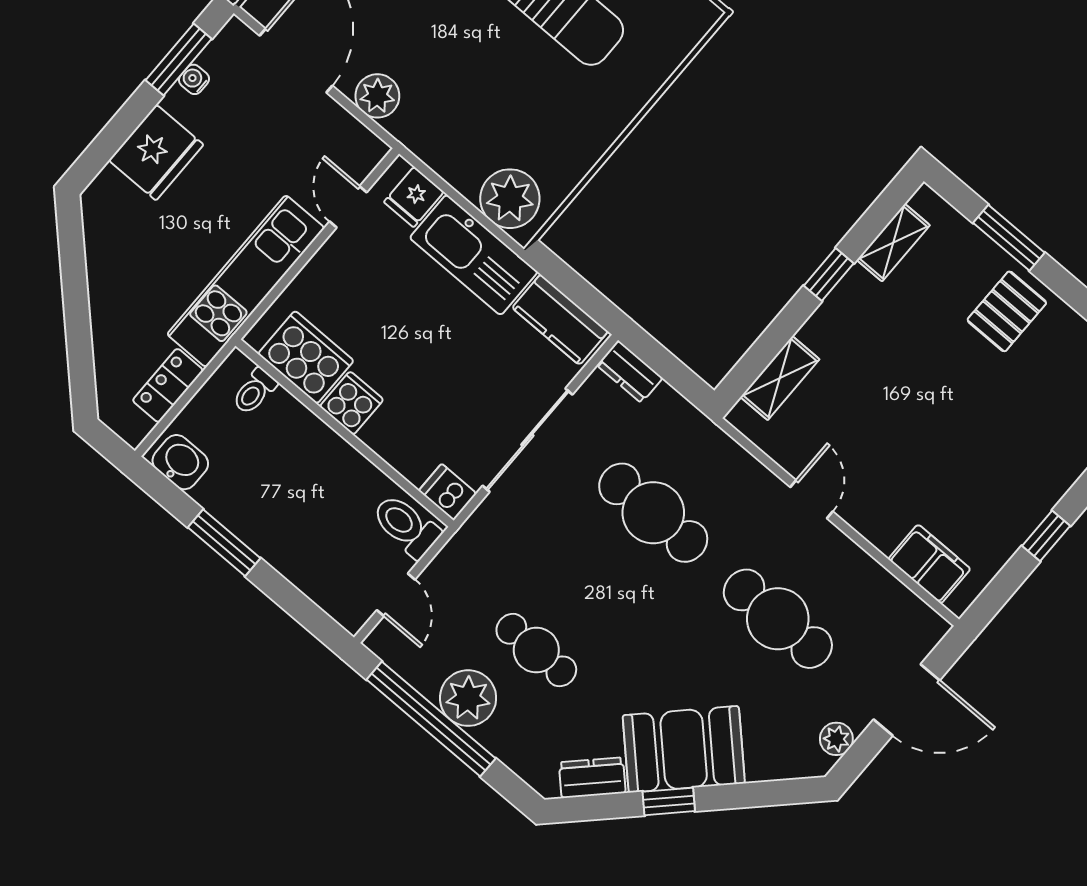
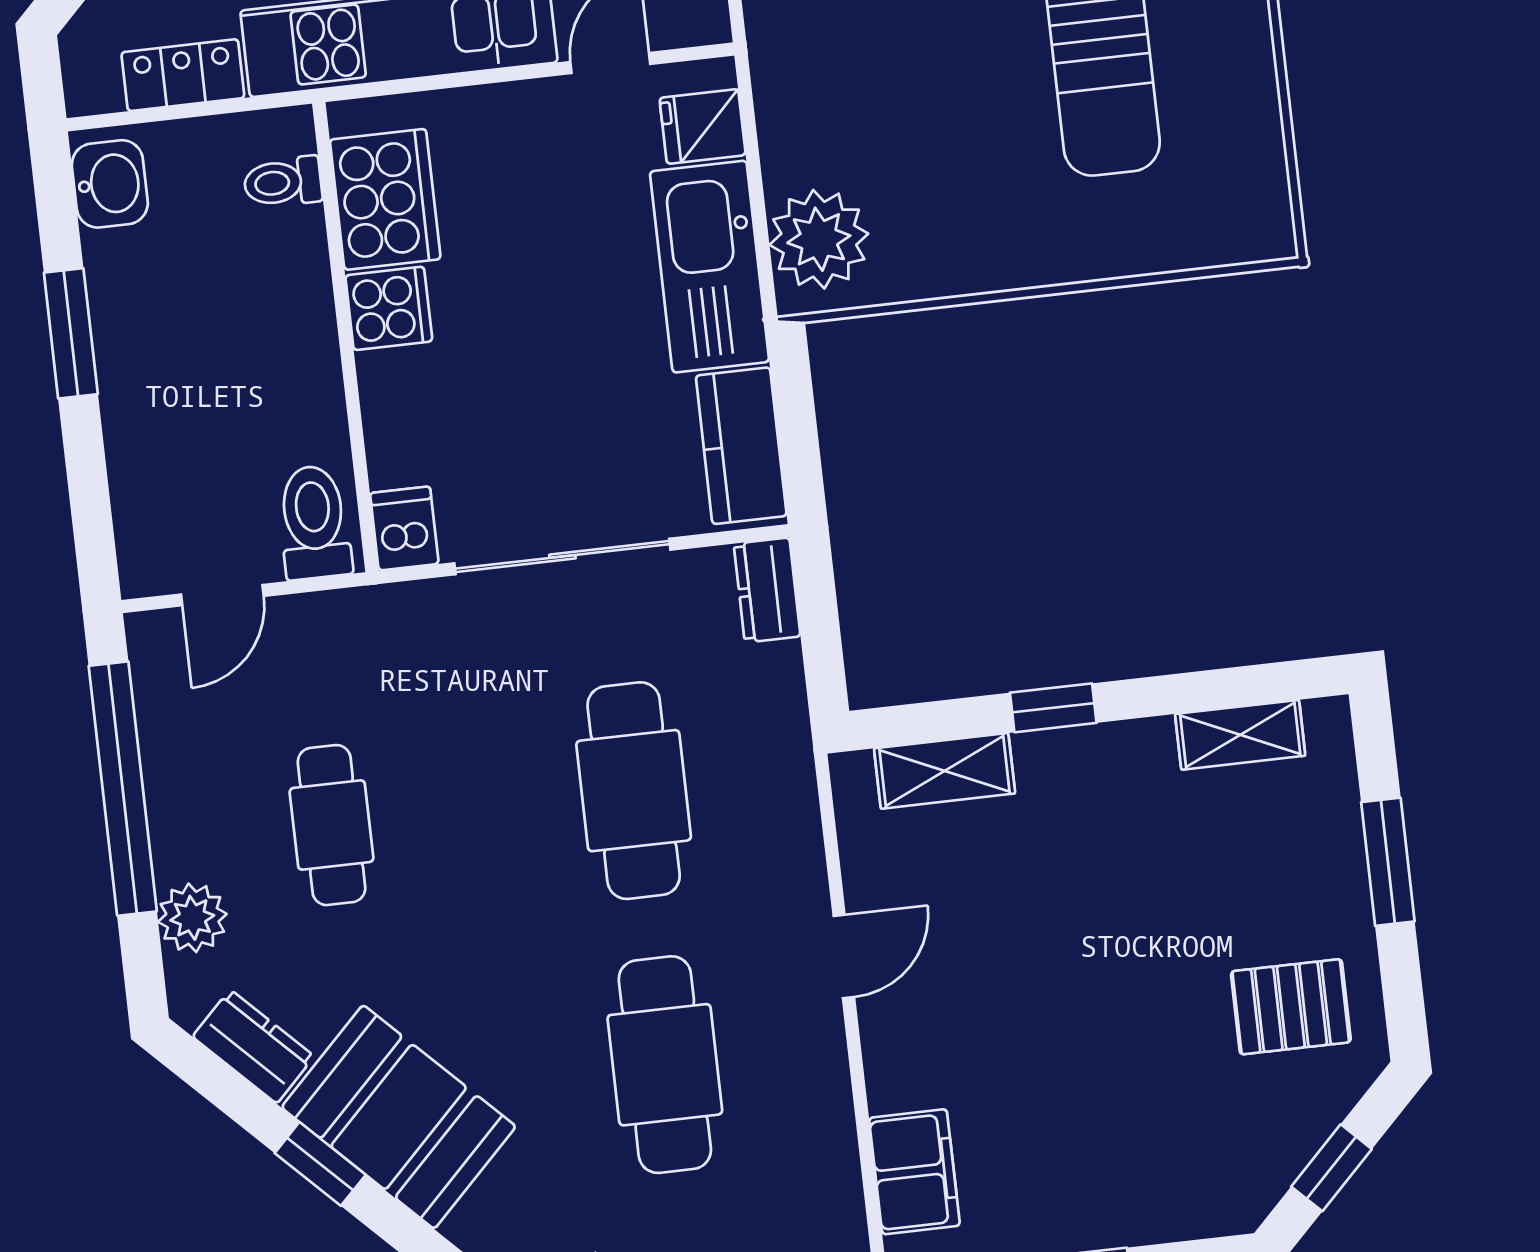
window: (829, 275) -> (1053, 708), moved
pallet: (1007, 311) -> (1291, 1007), moved
plant: (468, 698) -> (192, 918), moved, width x0.73, depth x0.73

